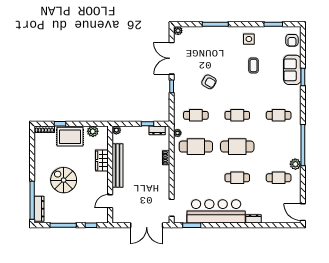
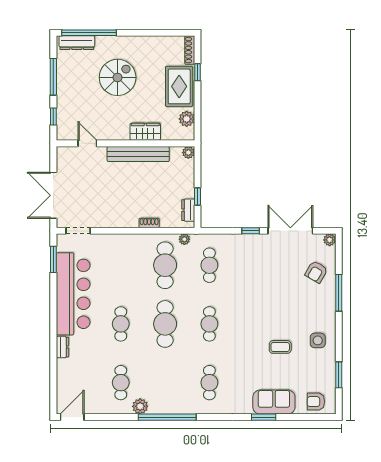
armchair: (209, 82) -> (316, 272), moved

